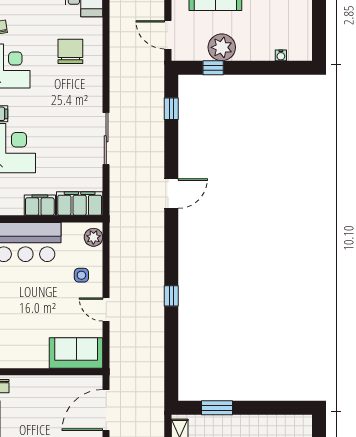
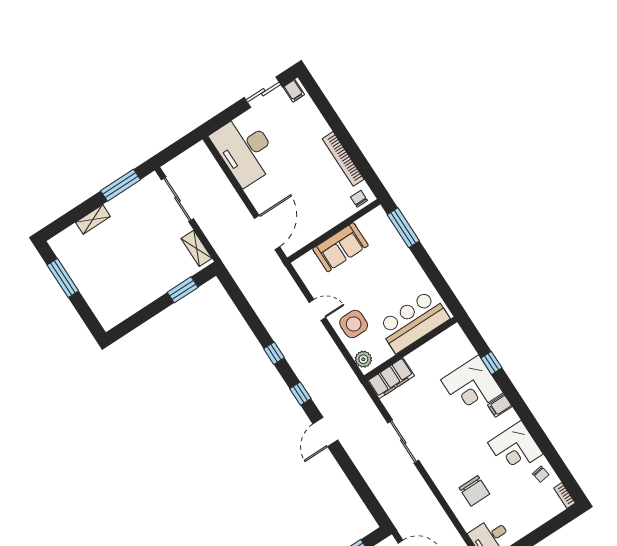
window: (171, 109) -> (300, 394), moved
filing cabinet: (40, 205) -> (421, 357), removed
side table: (81, 275) -> (354, 324), width x1.87, depth x1.87
sofa: (76, 353) -> (340, 247), moved

